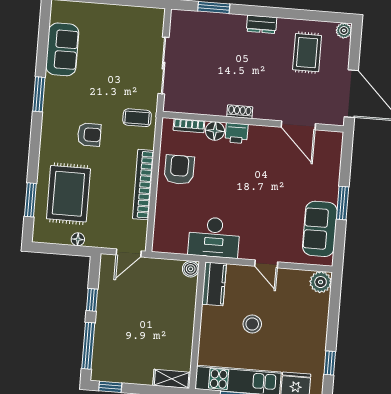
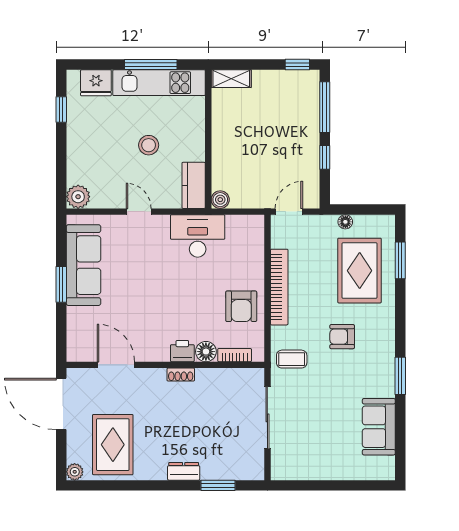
dresser: (262, 24) -> (184, 471), moved
rug: (307, 53) -> (113, 445), width x1.36, depth x1.43
sofa: (320, 229) -> (83, 265), width x1.36

